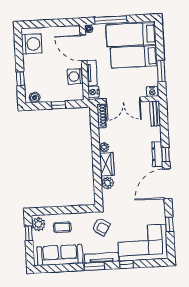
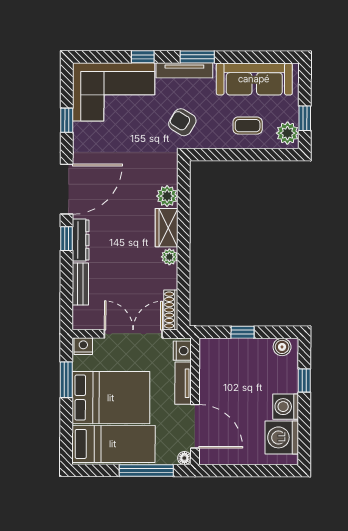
bed: (134, 57) -> (111, 398), width x1.50
washing machine: (75, 76) -> (286, 407), moved, turned 180
bench: (155, 113) -> (80, 284), moved

